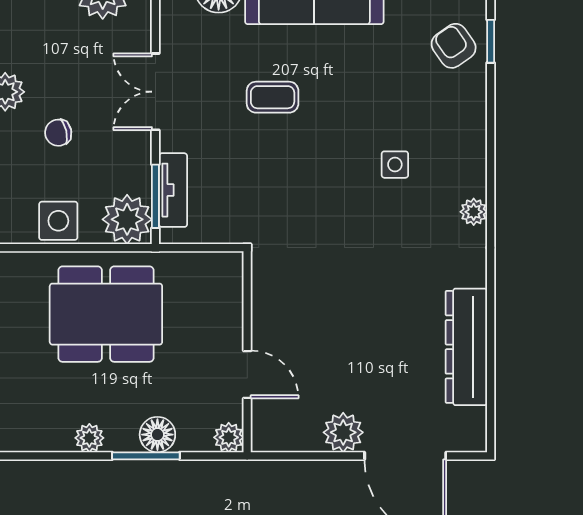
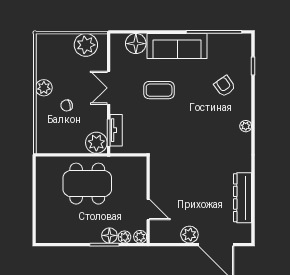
armchair: (454, 46) -> (225, 86), moved
coffee table: (273, 97) -> (159, 90), width x1.36, depth x1.30
side table: (395, 165) -> (212, 119), removed
plant: (474, 212) -> (246, 126), moved
side table: (58, 221) -> (67, 143), removed
plant: (89, 438) -> (124, 237), moved

